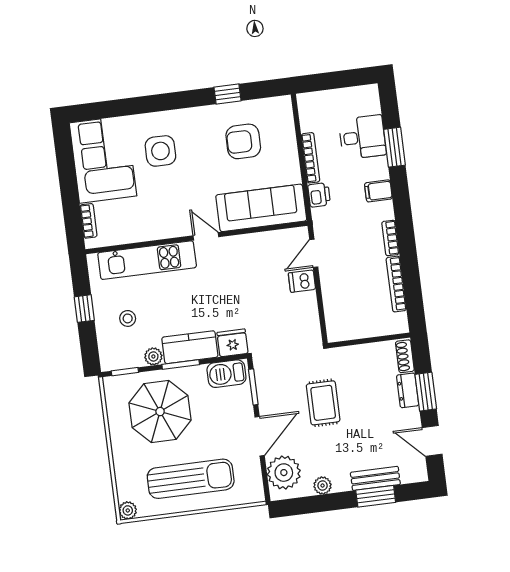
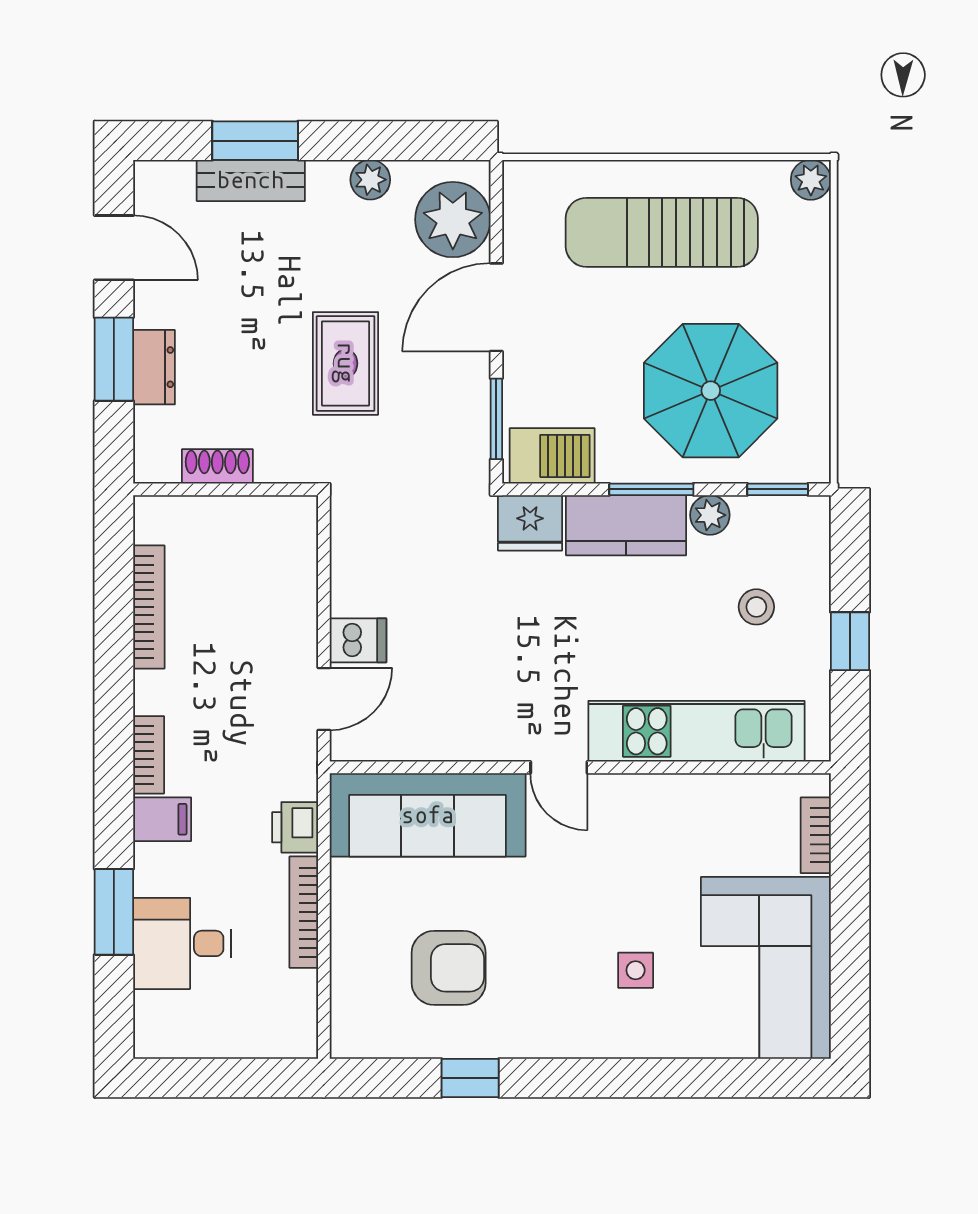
side table: (160, 151) -> (636, 970), width x0.54, depth x0.54
bookcase: (391, 238) -> (149, 755), moved
shoe rack: (405, 356) -> (217, 466), moved, turned -90

